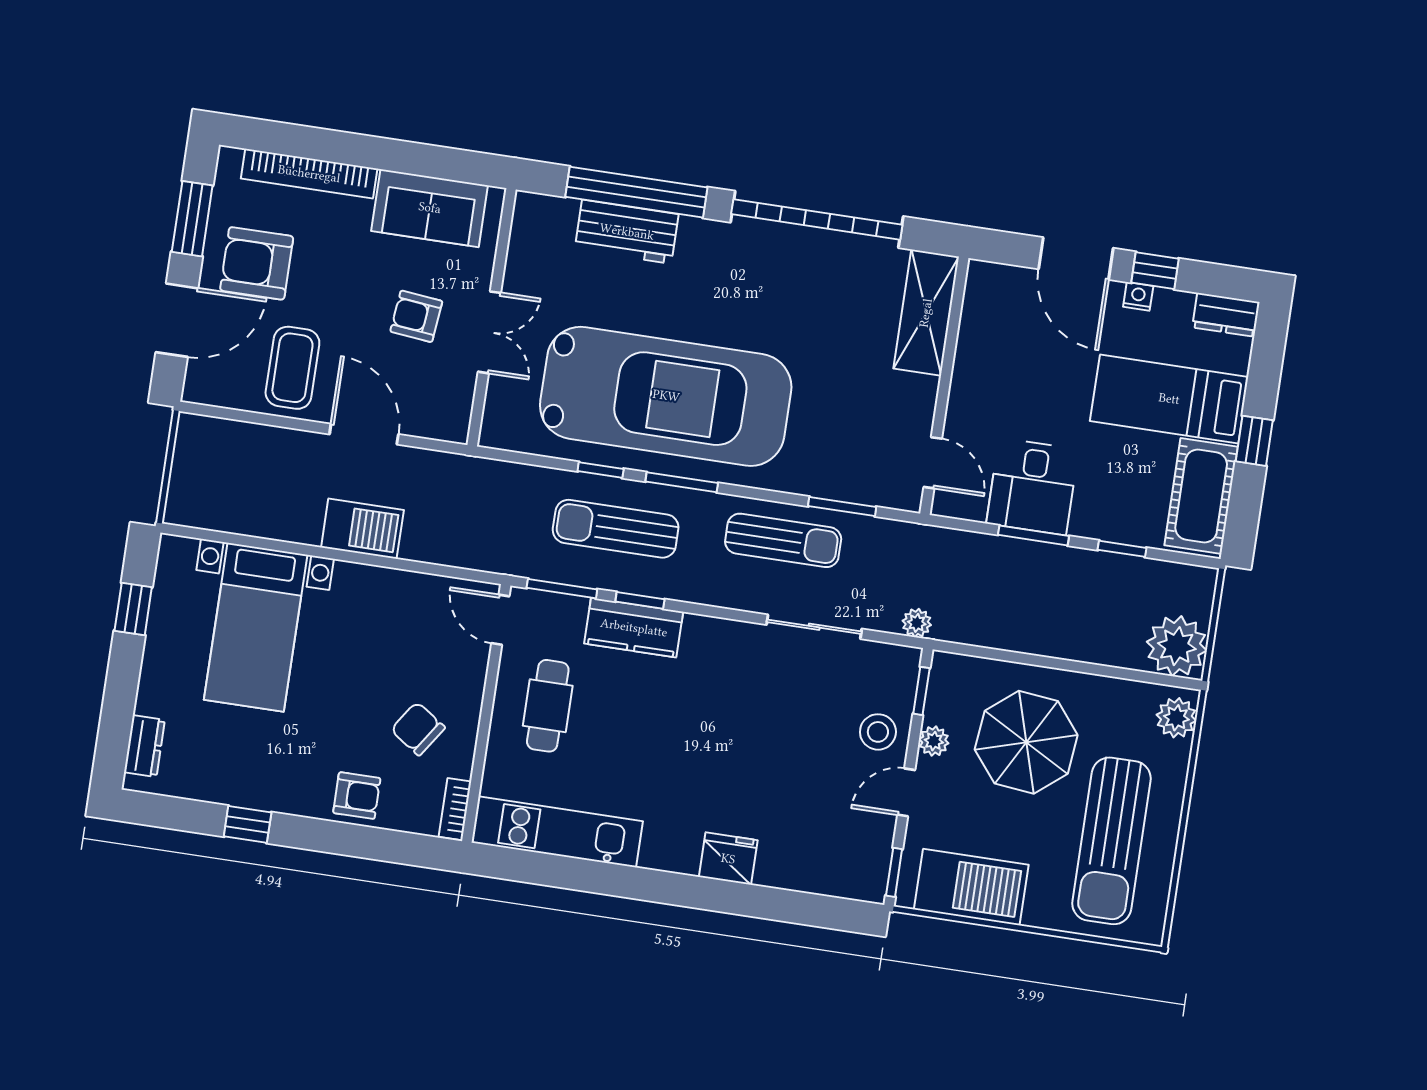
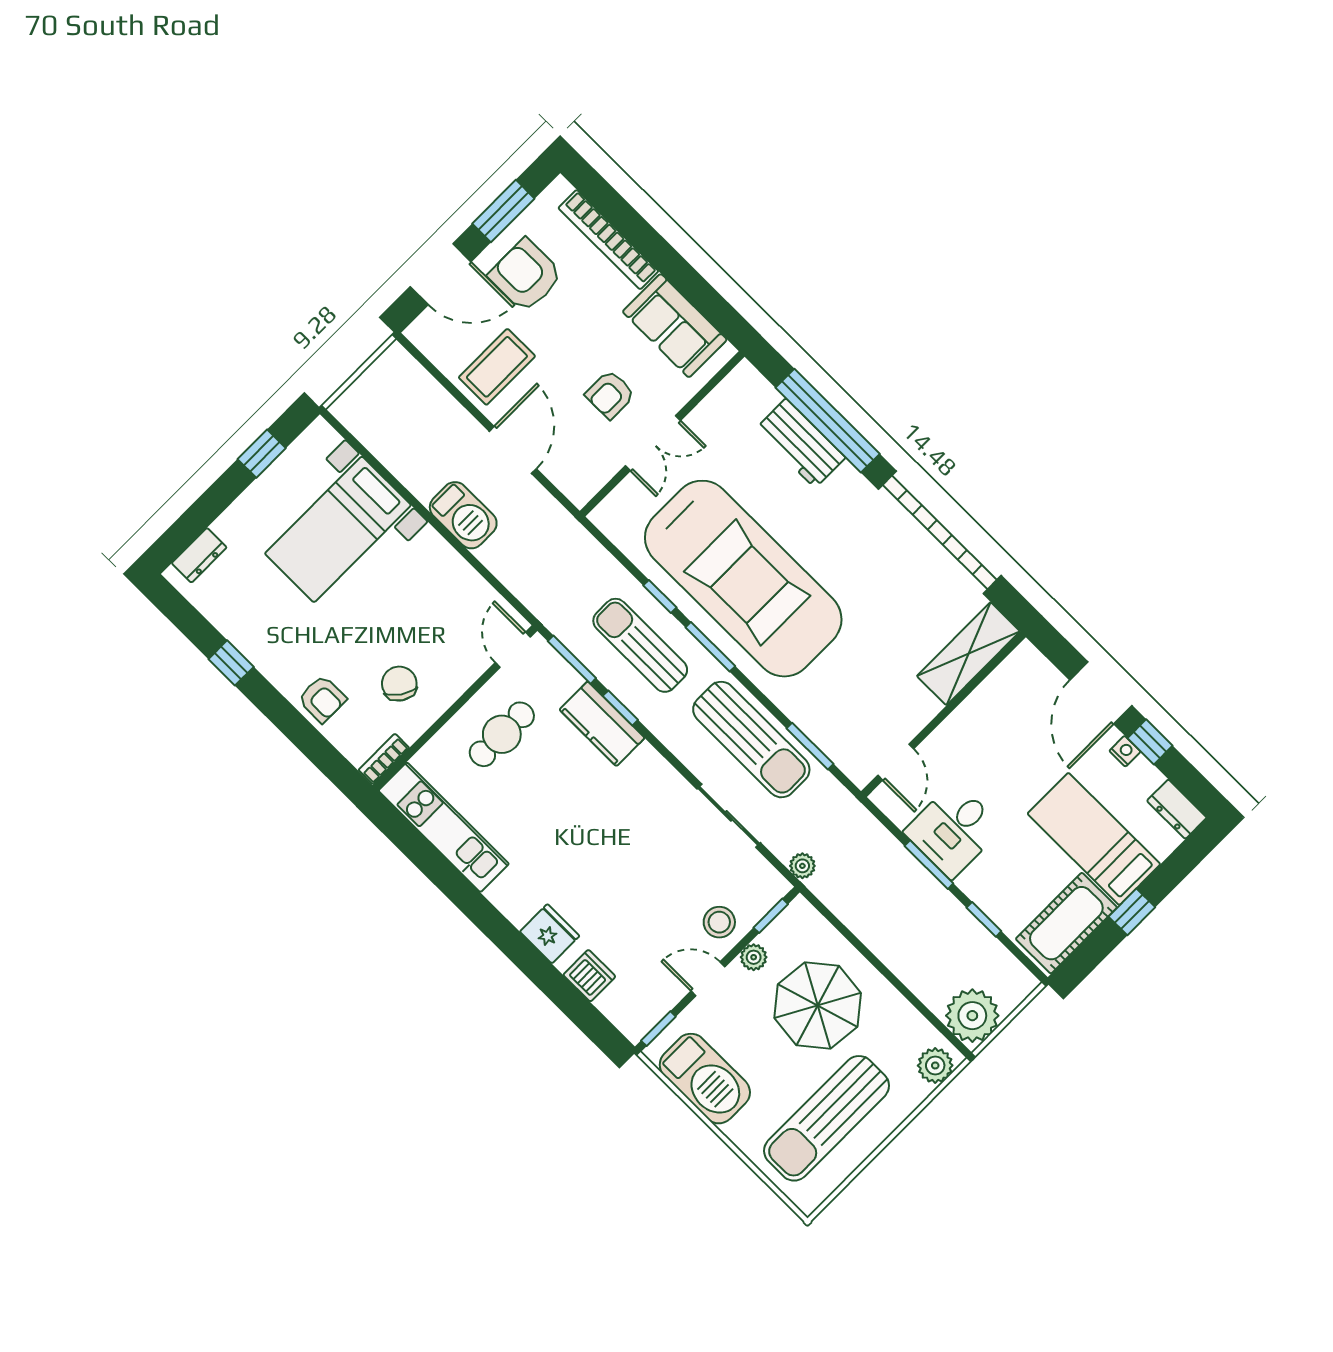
armchair: (416, 316) -> (610, 394), turned -96
sun lounger: (783, 540) -> (751, 740), width x1.36, depth x1.34
dishwasher: (794, 870) -> (589, 976), added

